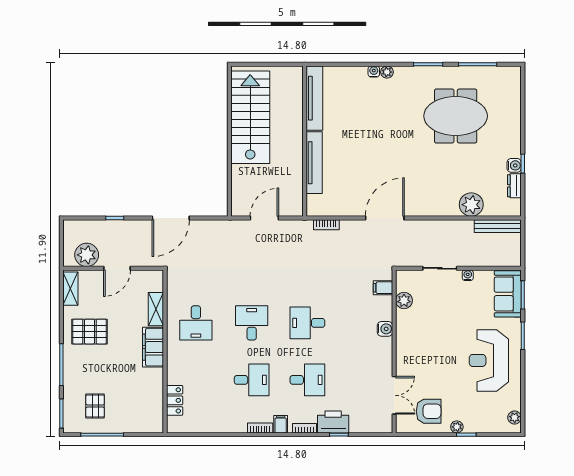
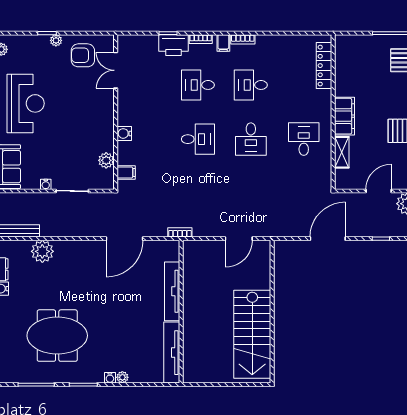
water cooler: (374, 71) -> (110, 378), moved
tv unit: (314, 98) -> (172, 353), moved
wall: (305, 141) -> (181, 312), moved
tv unit: (314, 163) -> (172, 291), moved
locker: (175, 400) -> (324, 66), width x1.53

